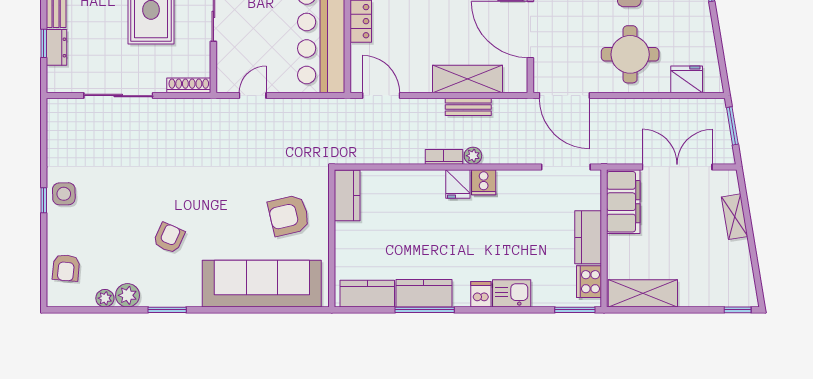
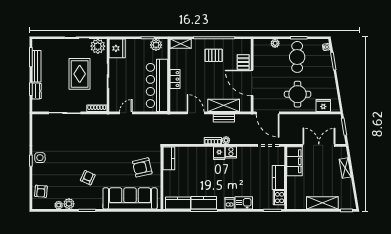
door: (381, 96) -> (196, 113), moved
shelving: (643, 293) -> (322, 203), moved

